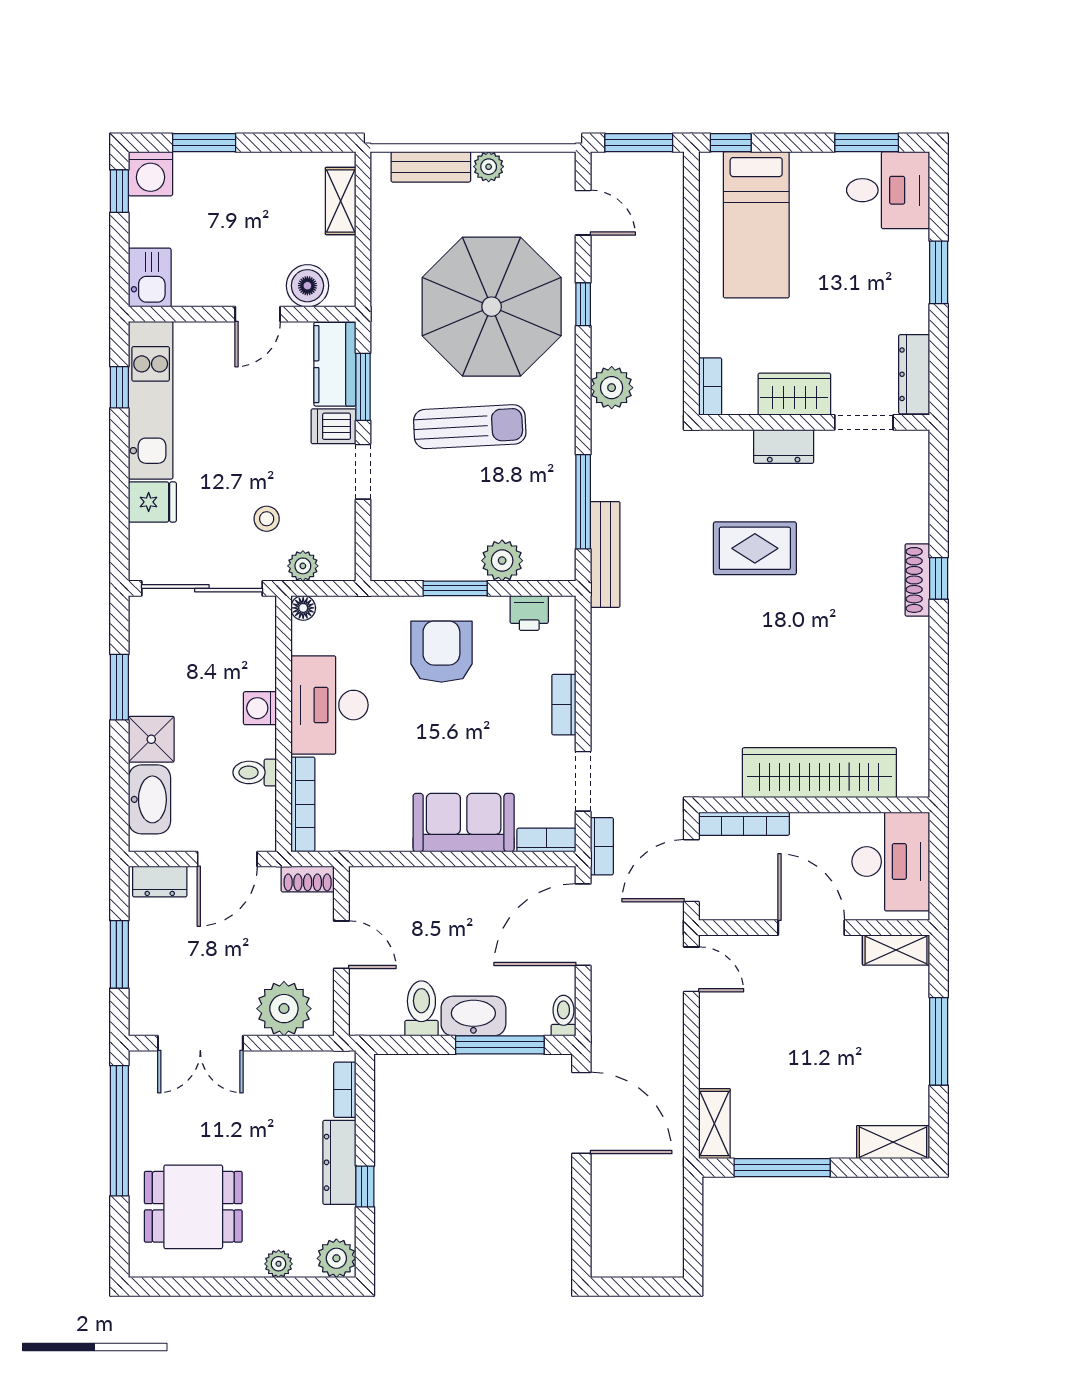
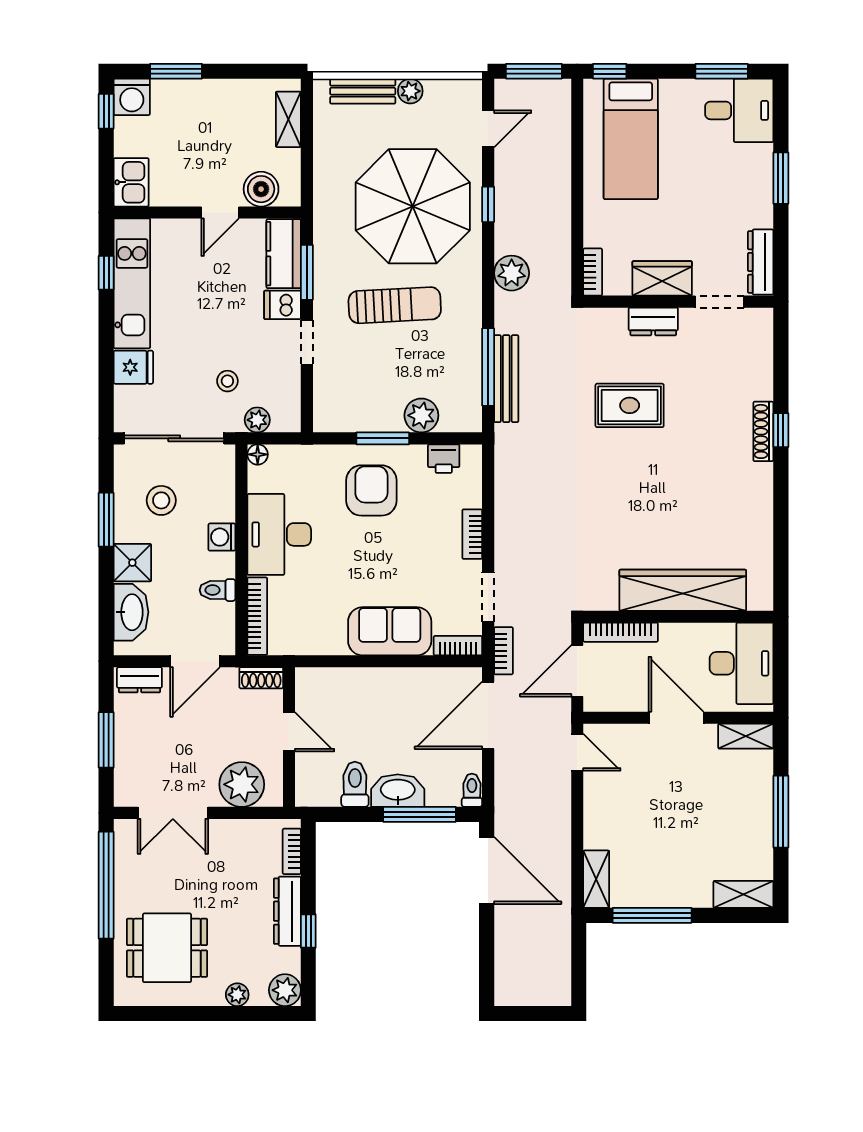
door: (583, 213) -> (488, 129), hinge flipped
bench: (605, 554) -> (506, 379), moved
stool: (186, 664) -> (161, 500), added

